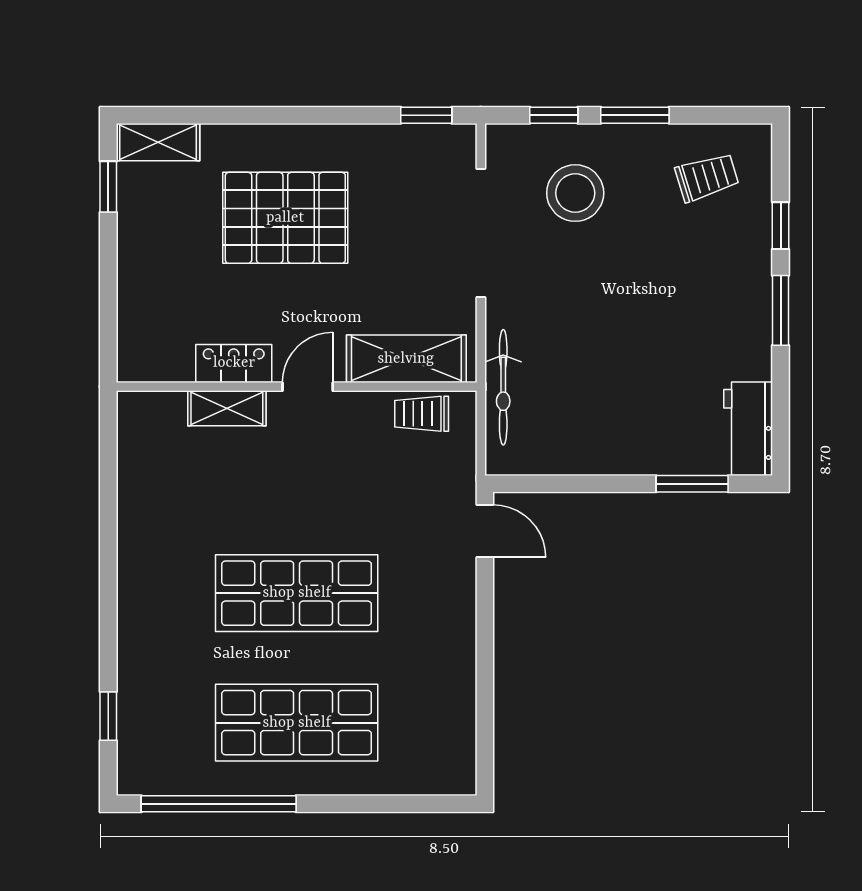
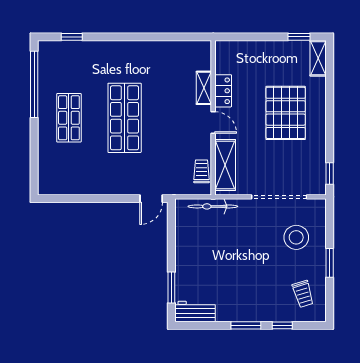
window: (554, 115) -> (330, 228), removed
shop shelf: (297, 723) -> (69, 118), width x0.70, depth x0.74

